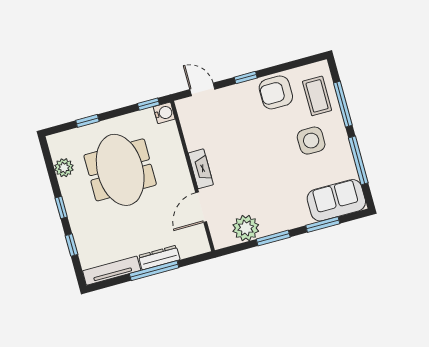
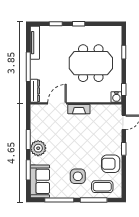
armchair: (276, 92) -> (111, 164), turned -90
plant: (64, 168) -> (101, 31), removed
door: (201, 207) -> (57, 103), hinge flipped
plant: (246, 228) -> (38, 148), moved
dresser: (159, 258) -> (35, 91), moved

